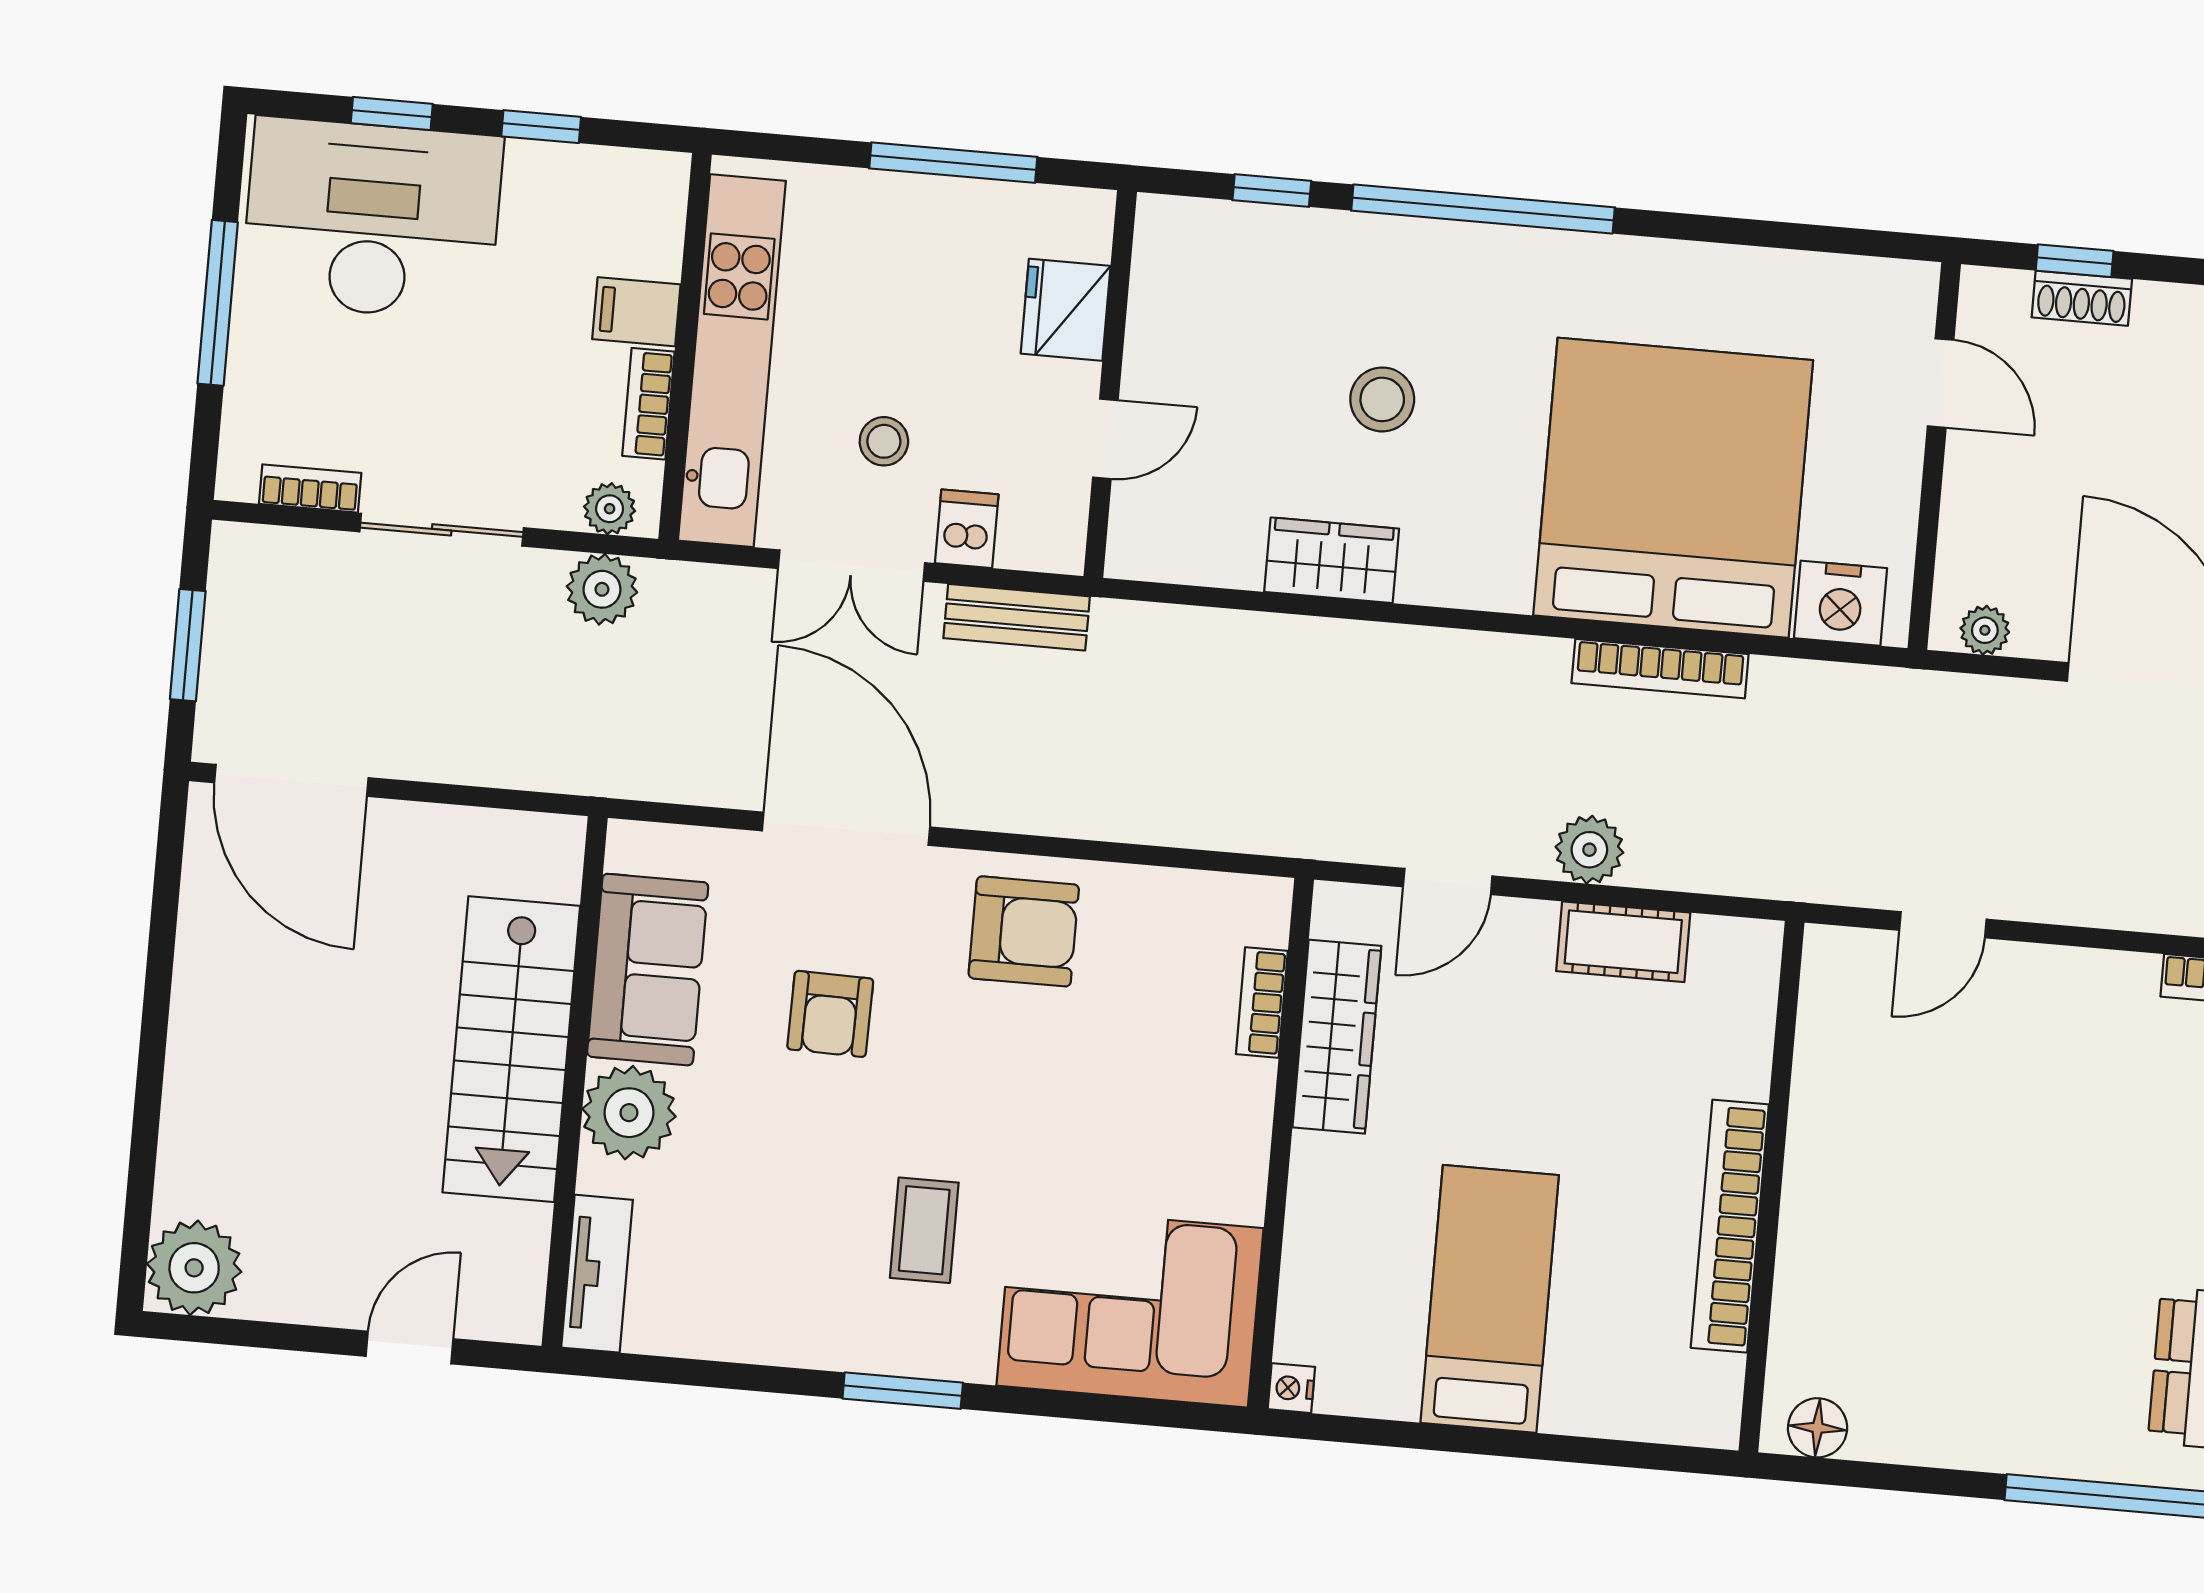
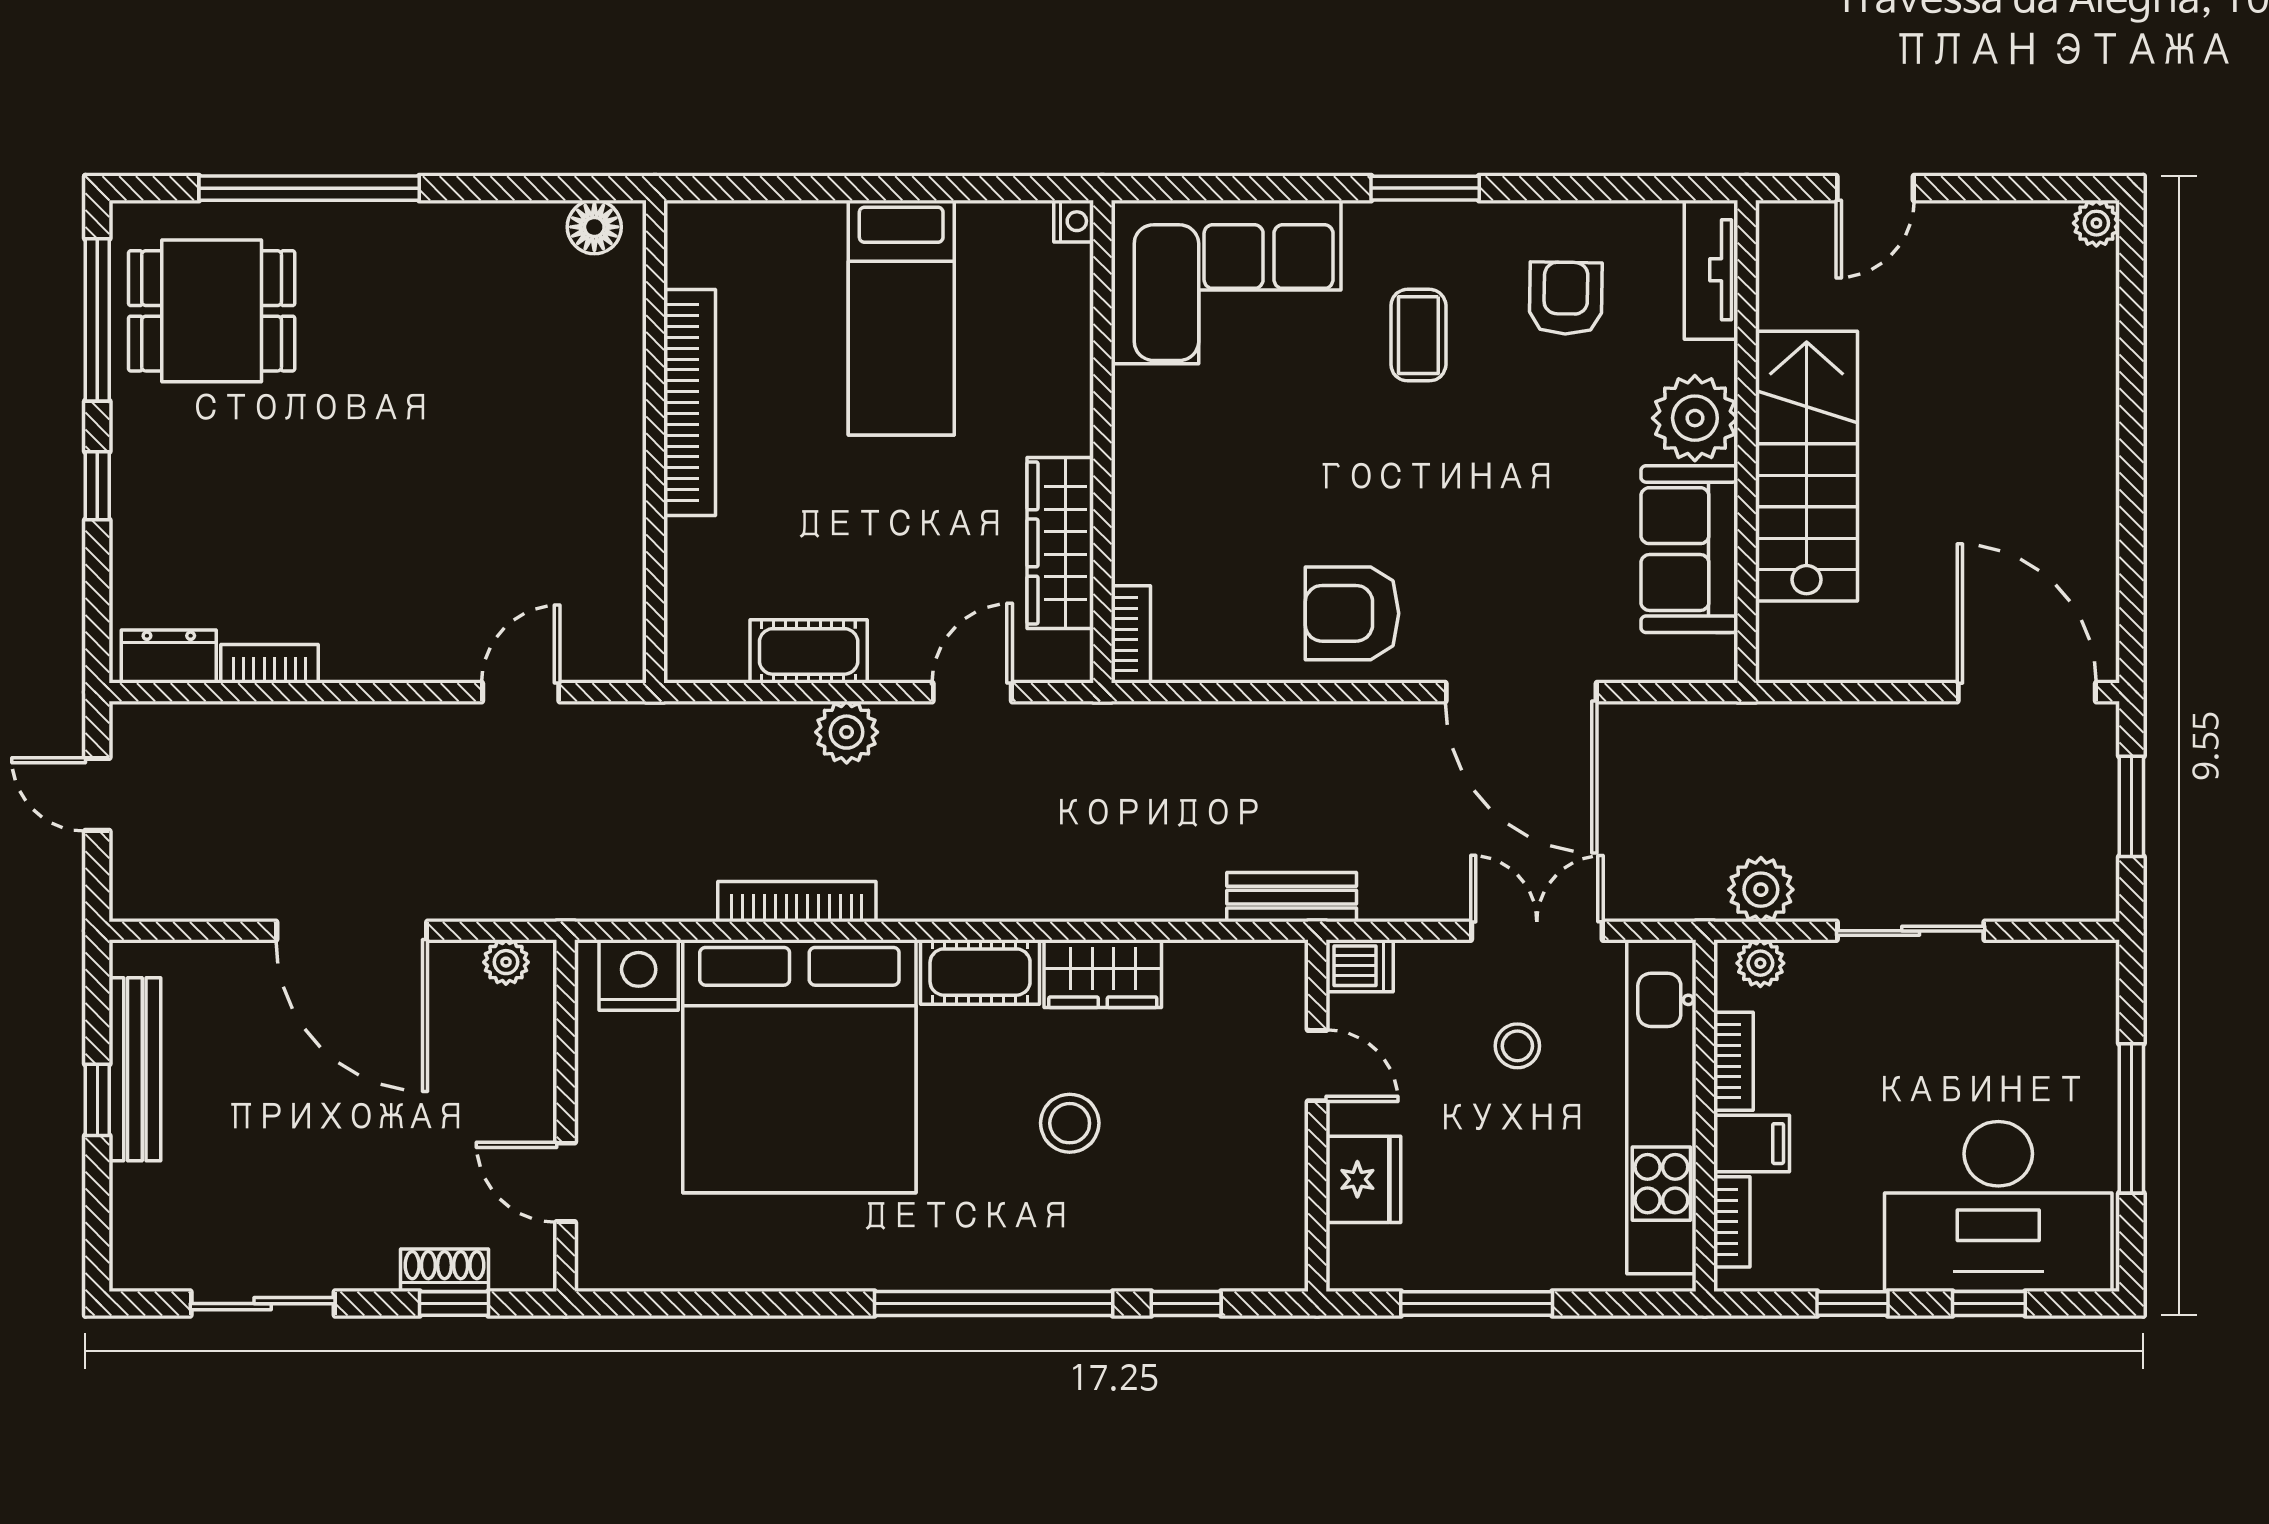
door: (1105, 439) -> (1317, 1066), swing flipped
bookcase: (310, 488) -> (1732, 1222), moved, turned -90
dishwasher: (967, 529) -> (1360, 966), moved, turned -90
cot: (1466, 574) -> (980, 972), added
bench: (1017, 617) -> (1292, 897), moved
bookcase: (1262, 1002) -> (1131, 634), moved
armchair: (830, 1014) -> (1566, 298), moved
plant: (194, 1268) -> (2096, 223), width x0.53, depth x0.53

